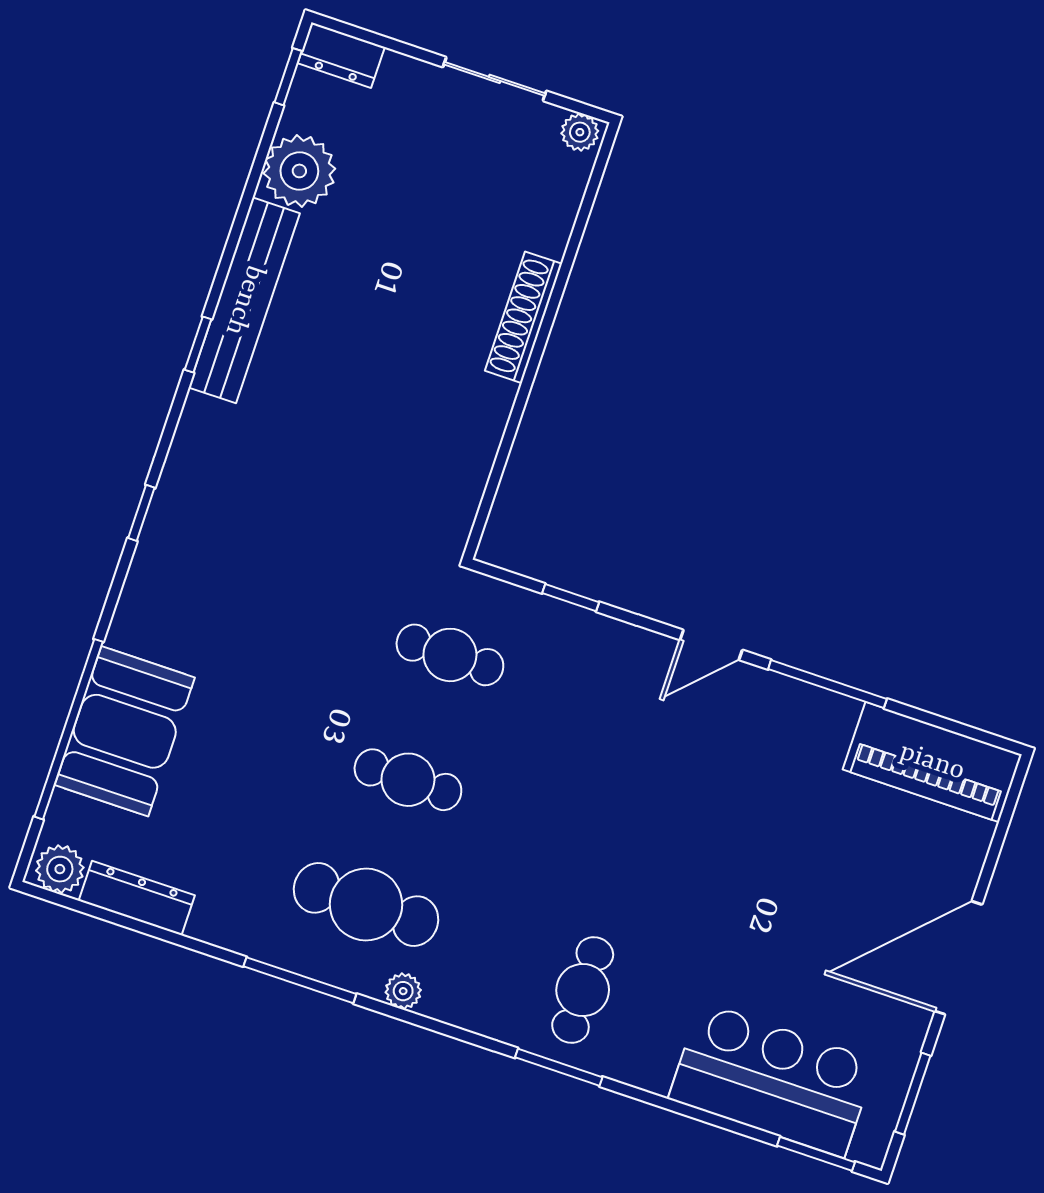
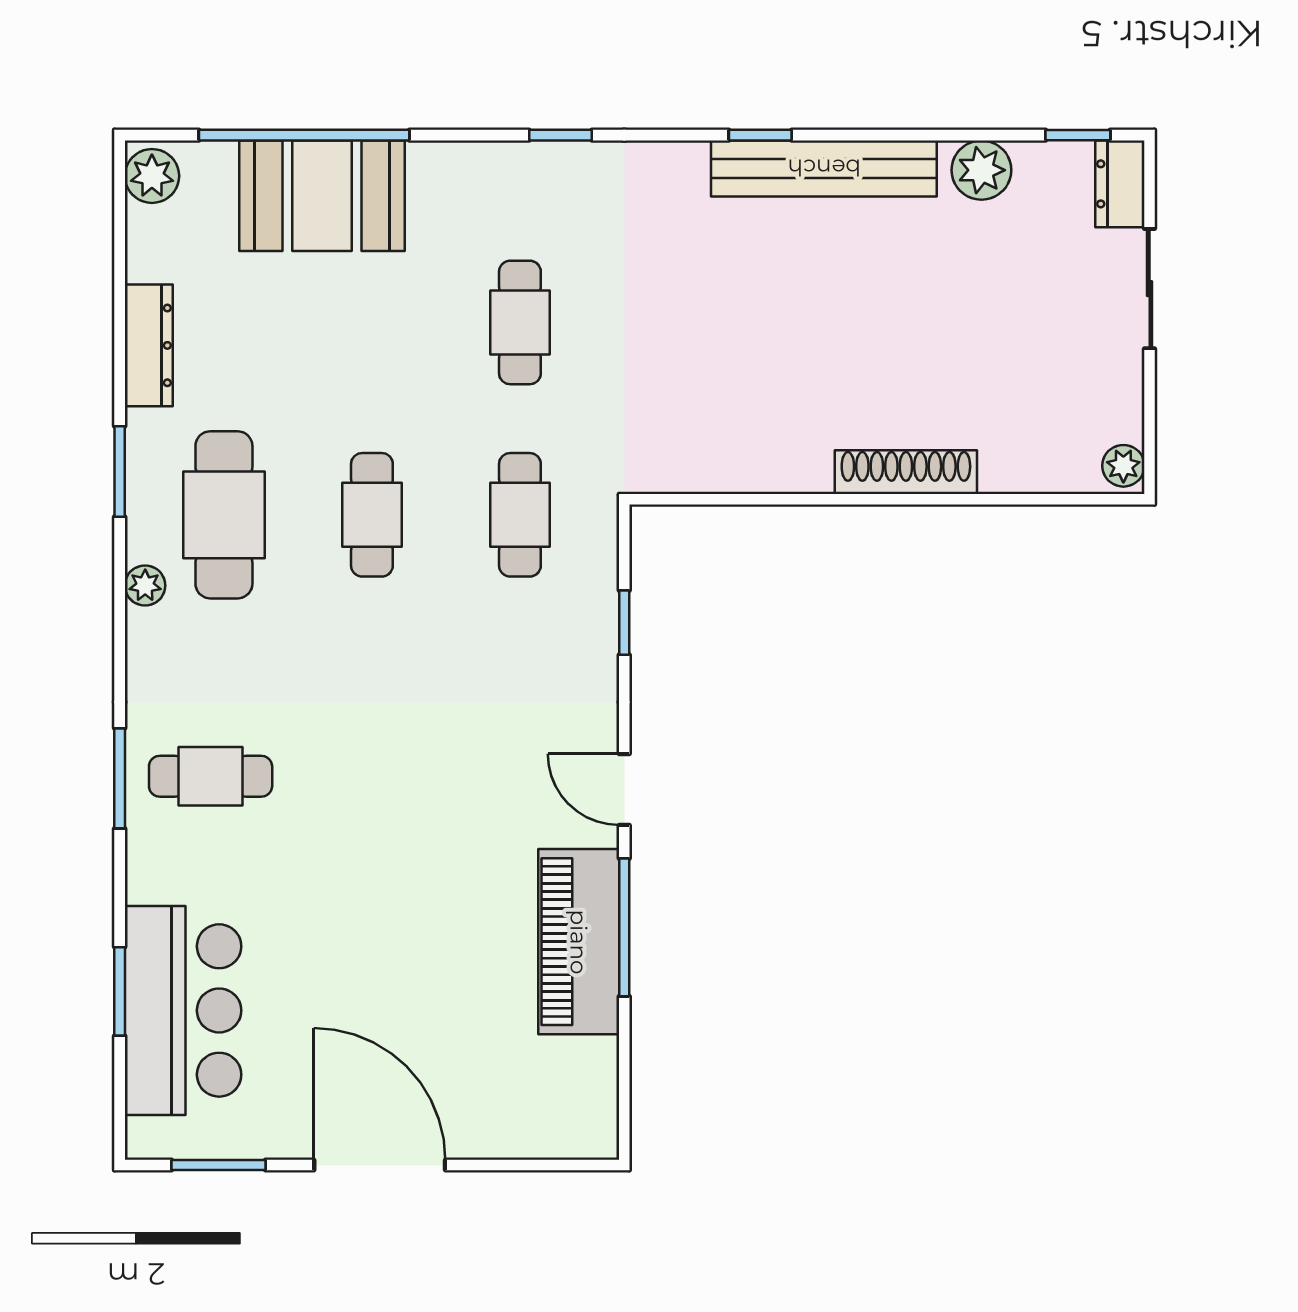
sliding door: (495, 79) -> (1150, 289), moved
plant: (299, 171) -> (981, 170), width x0.73, depth x0.73
cafe table: (288, 600) -> (520, 322), added
piano: (932, 762) -> (579, 942), moved
dresser: (137, 898) -> (149, 345), moved
window: (300, 980) -> (120, 471), width x0.69
window: (816, 1154) -> (120, 991), moved

